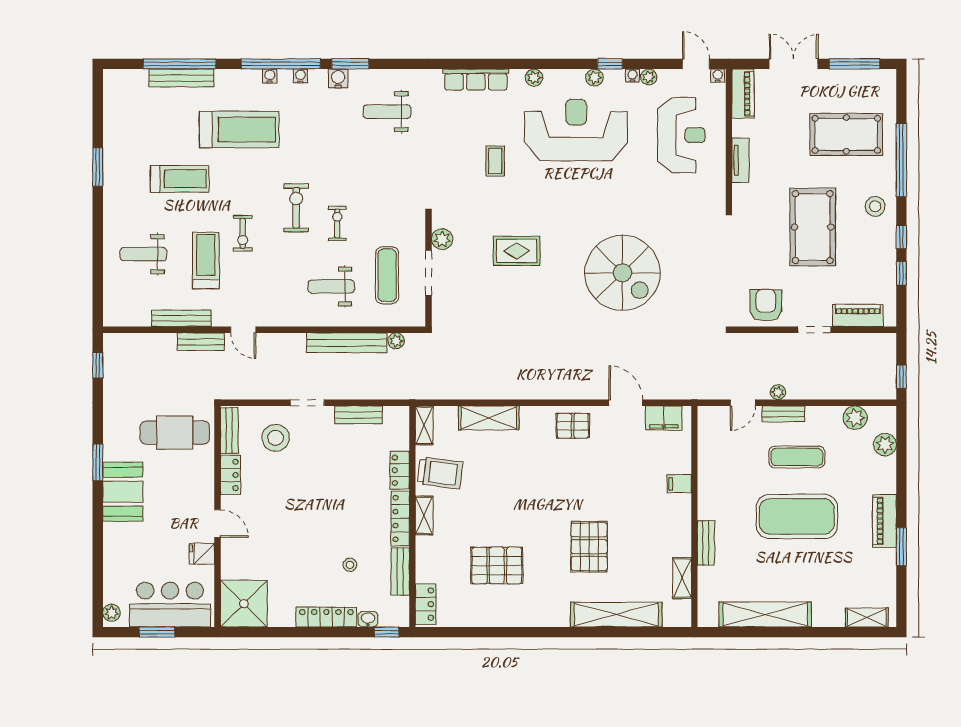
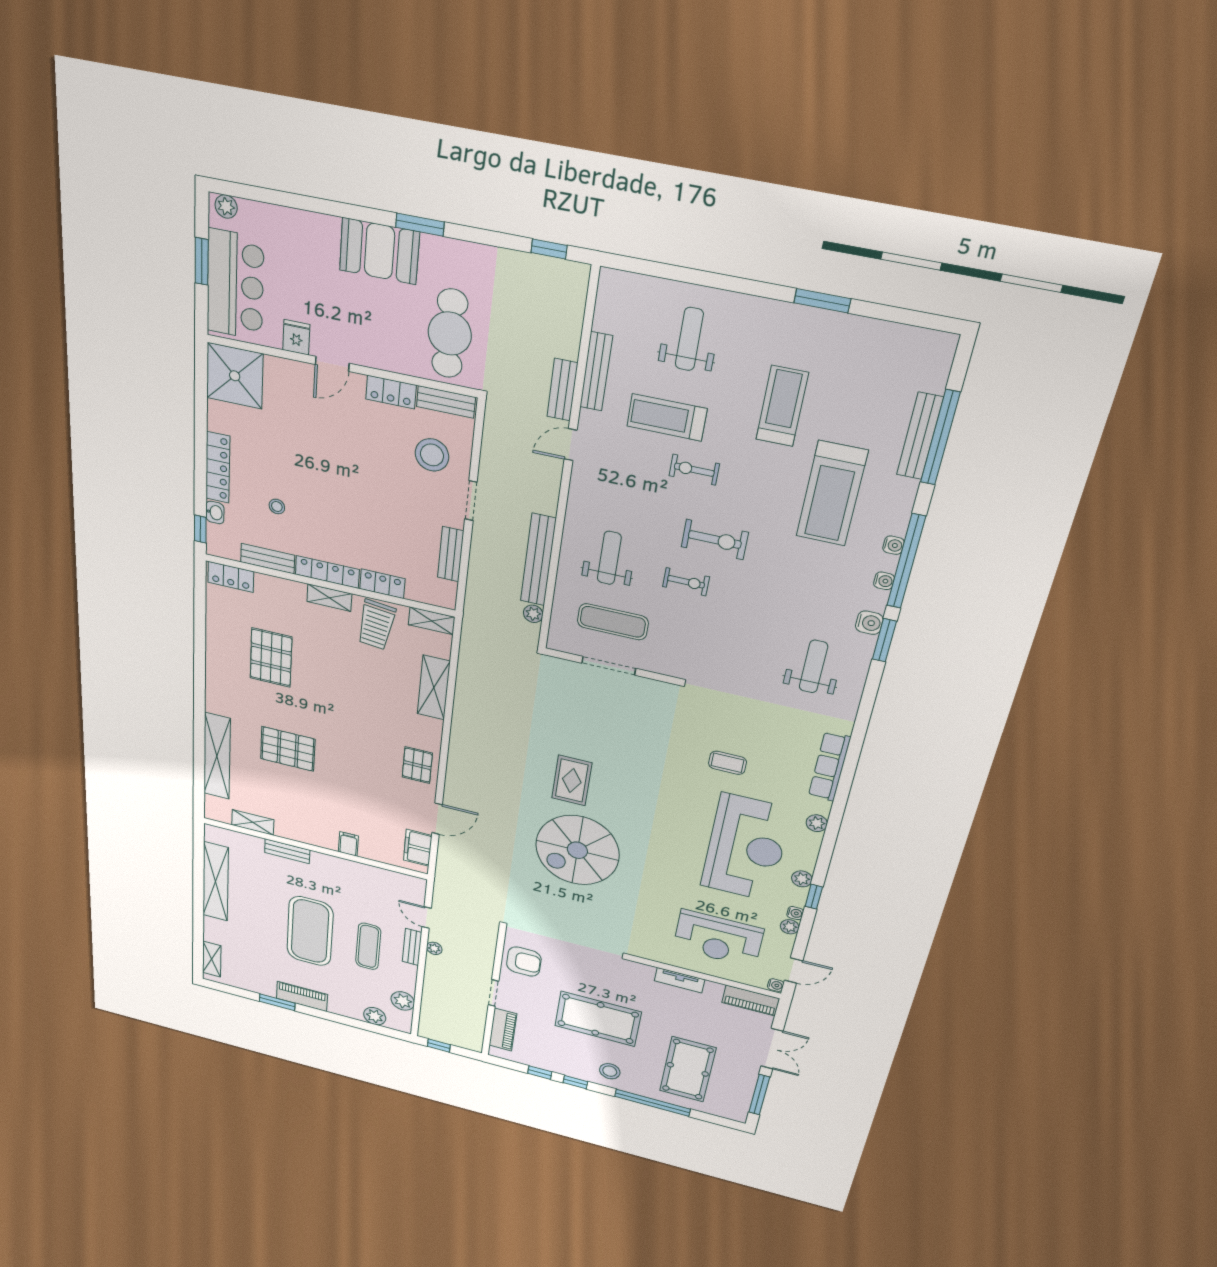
treadmill: (180, 179) -> (782, 406), turned 180
plant: (442, 239) -> (646, 689), removed
rug: (517, 251) -> (572, 780), moved
treadmill: (206, 261) -> (667, 417), turned 180

